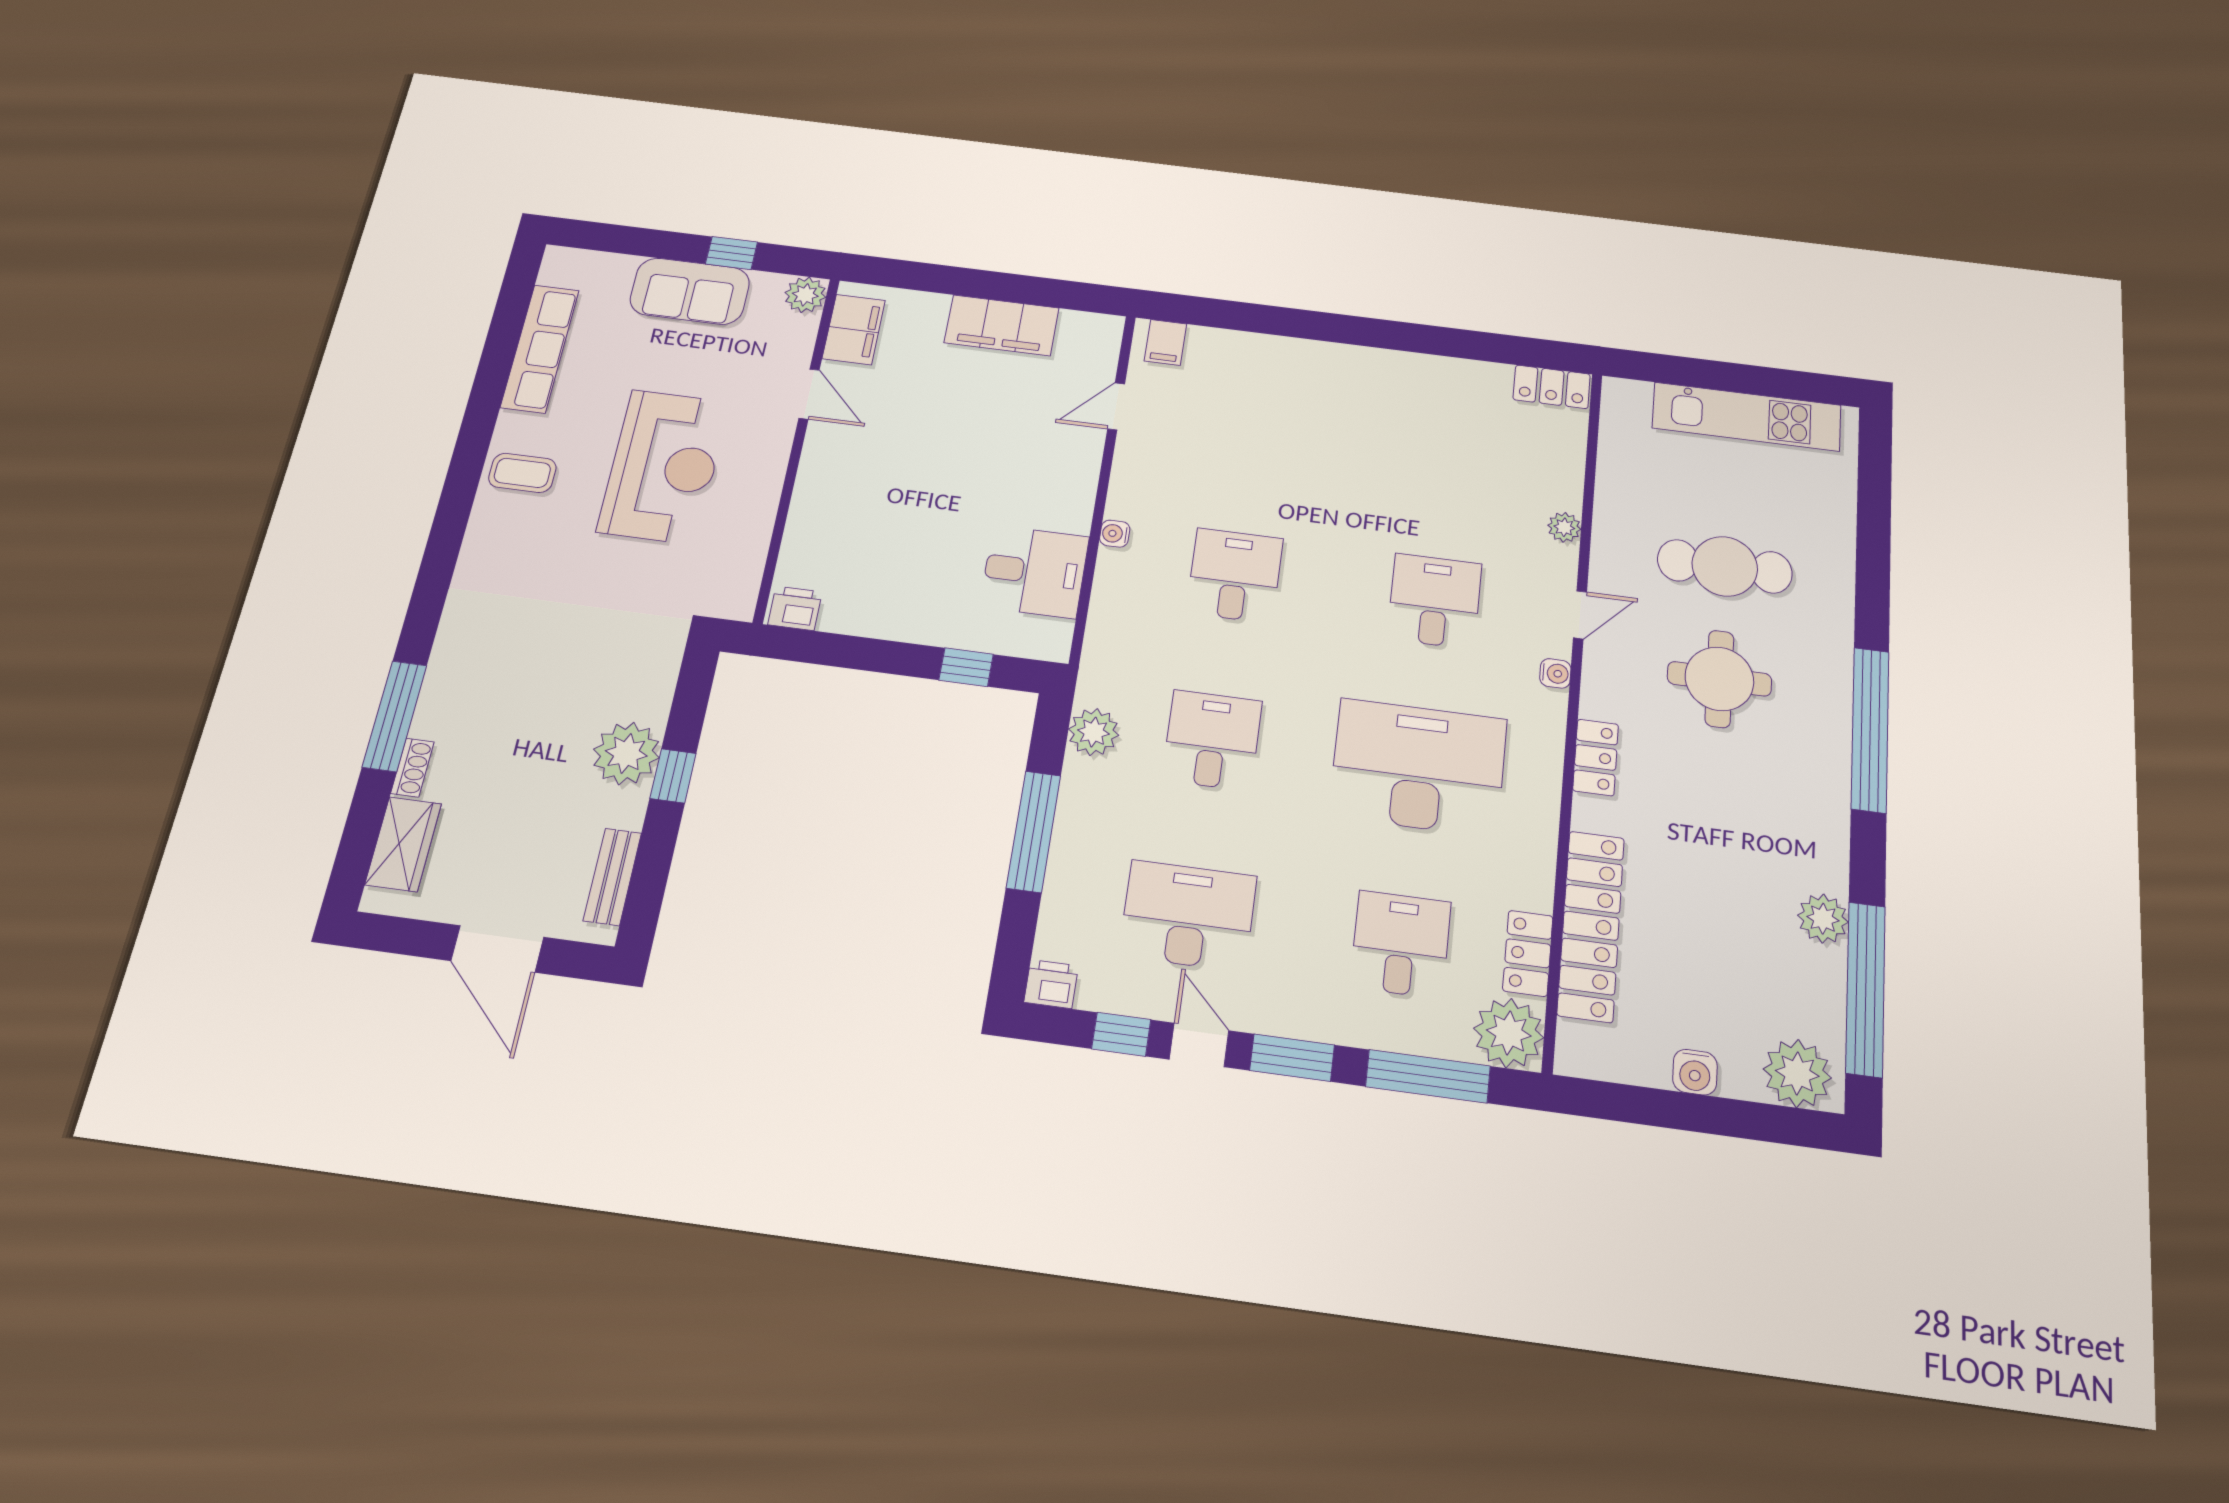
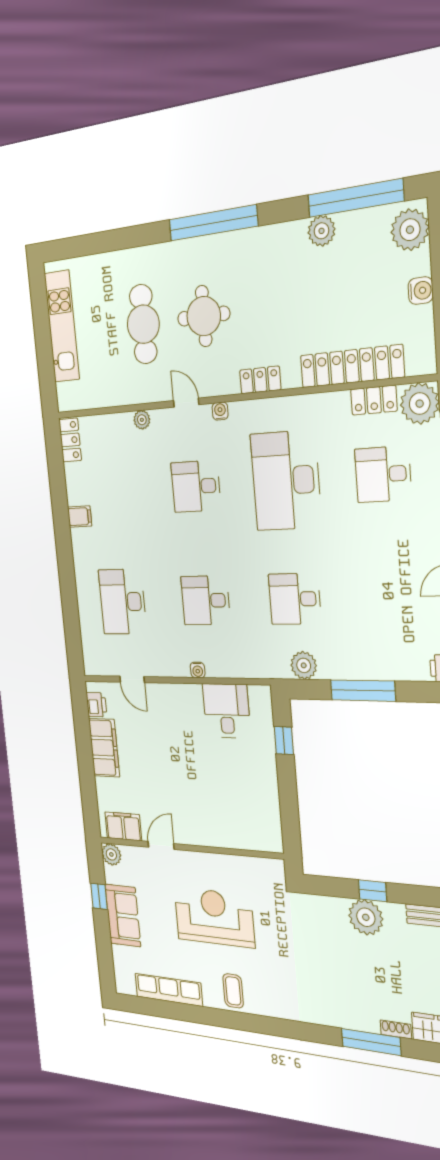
filing cabinet: (1165, 342) -> (80, 517), moved
printer: (795, 608) -> (96, 705), moved, turned 180
desk: (1188, 916) -> (123, 602), moved

